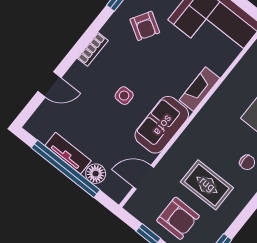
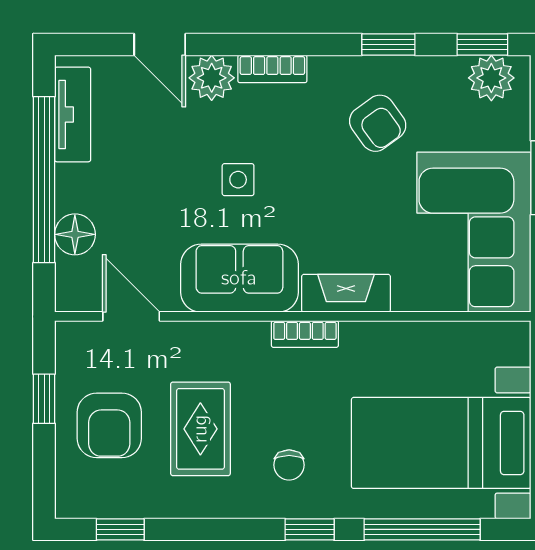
armchair: (145, 26) -> (378, 123), turned -67
plant: (78, 75) -> (212, 78), added
bookcase: (203, 117) -> (305, 334), added
tv unit: (68, 153) -> (73, 114), moved

